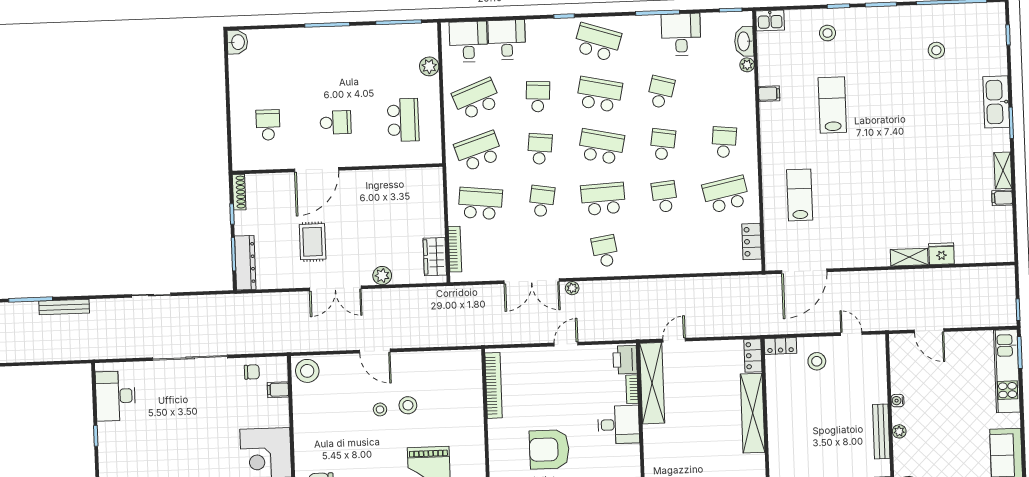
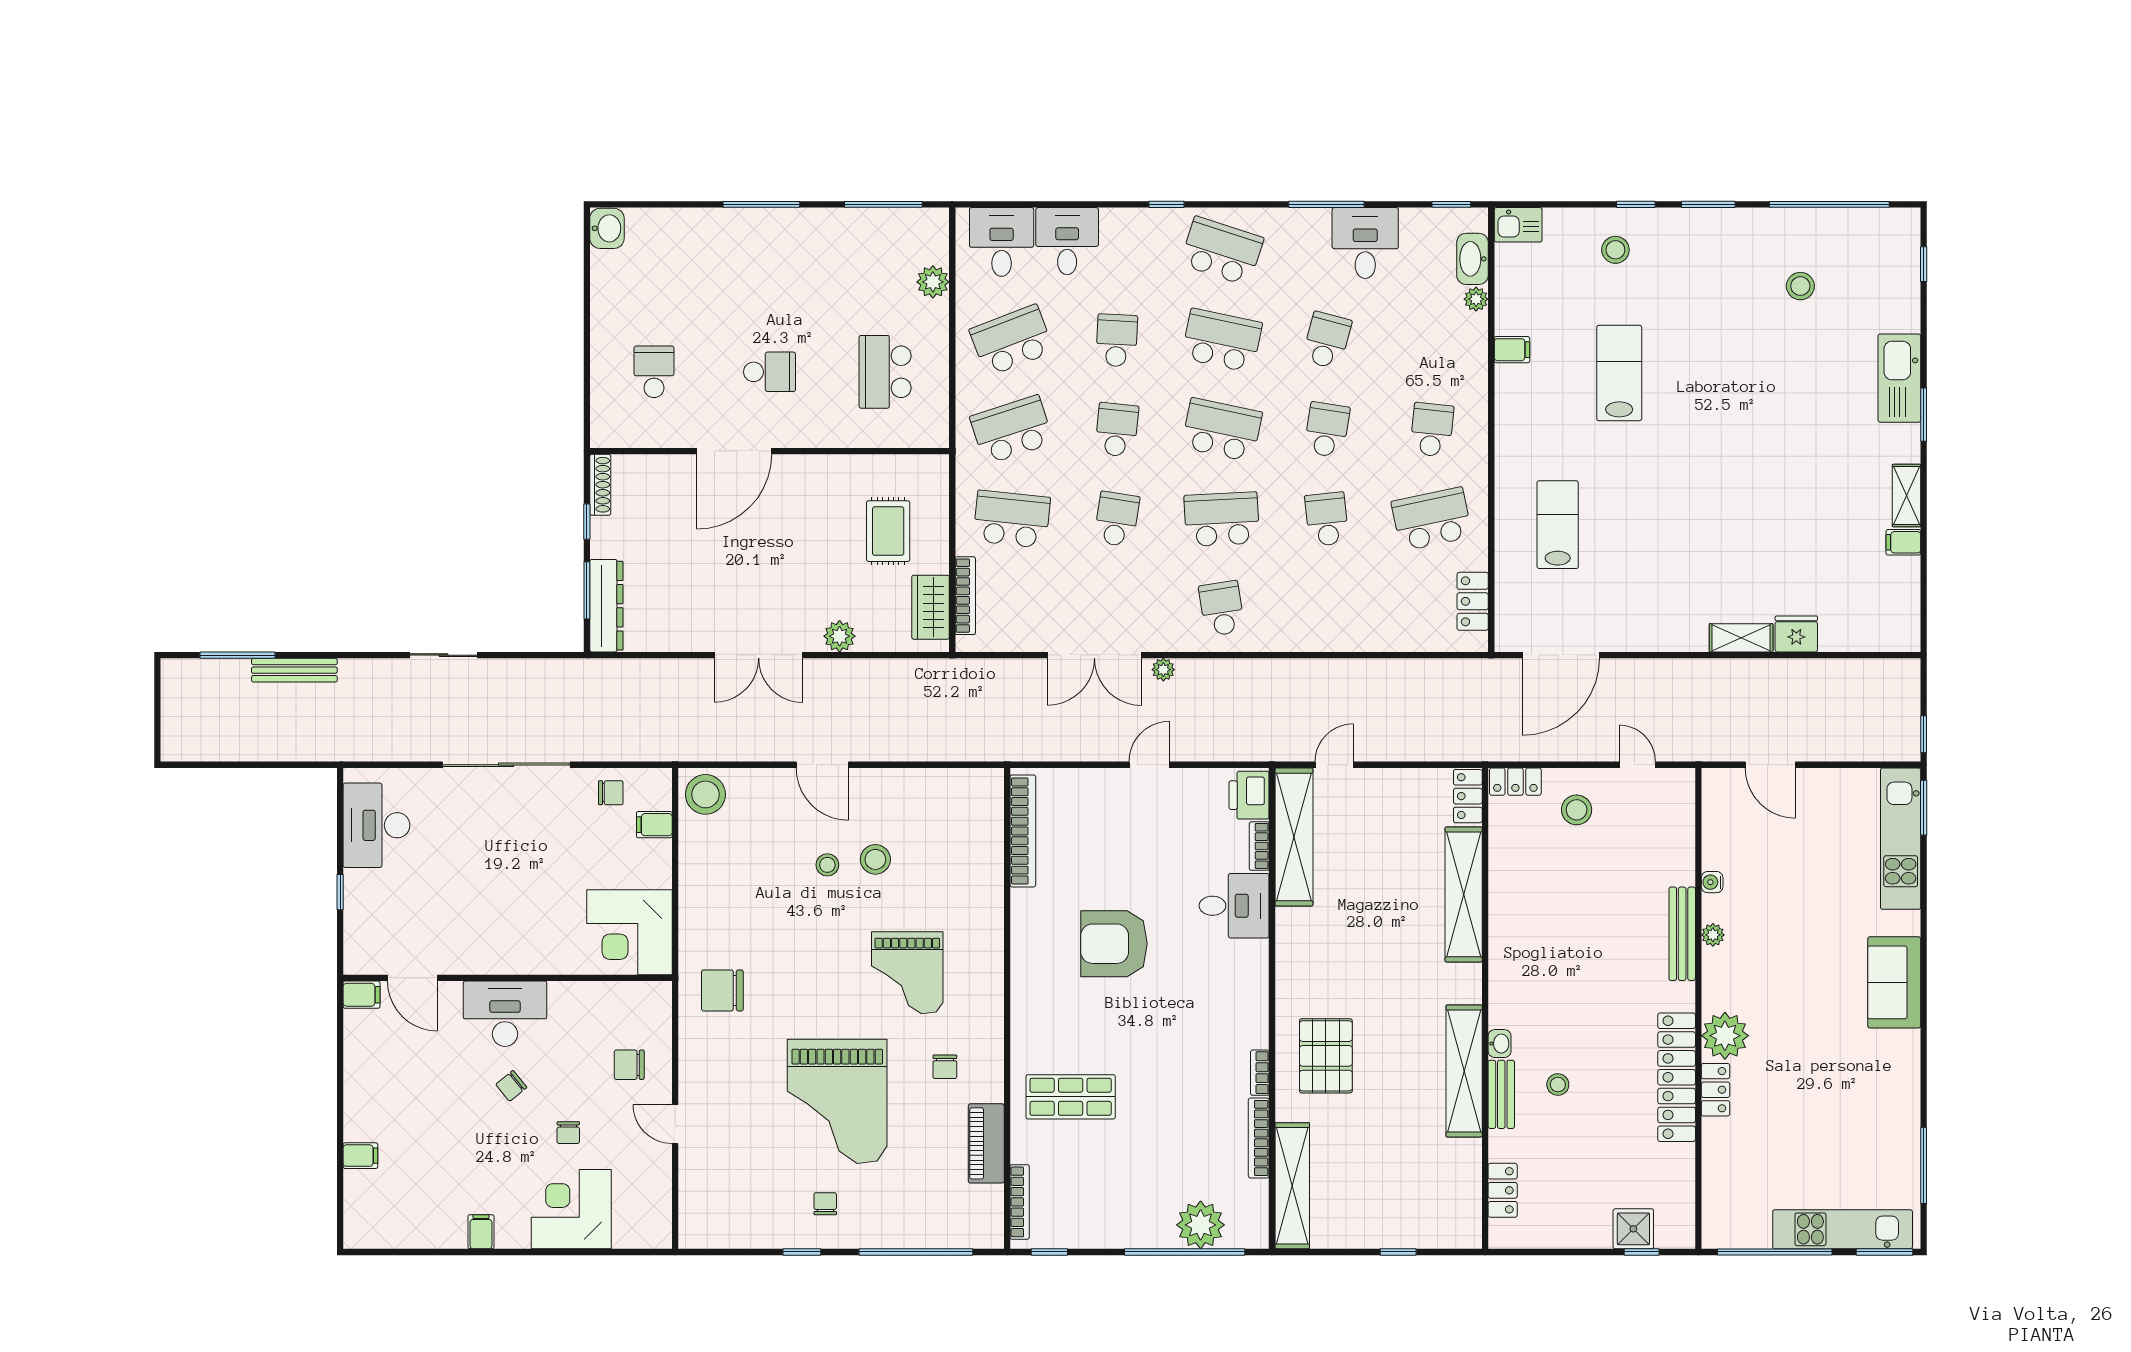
school desk: (403, 120) -> (885, 372), turned 180
rug: (313, 242) -> (888, 531), moved

